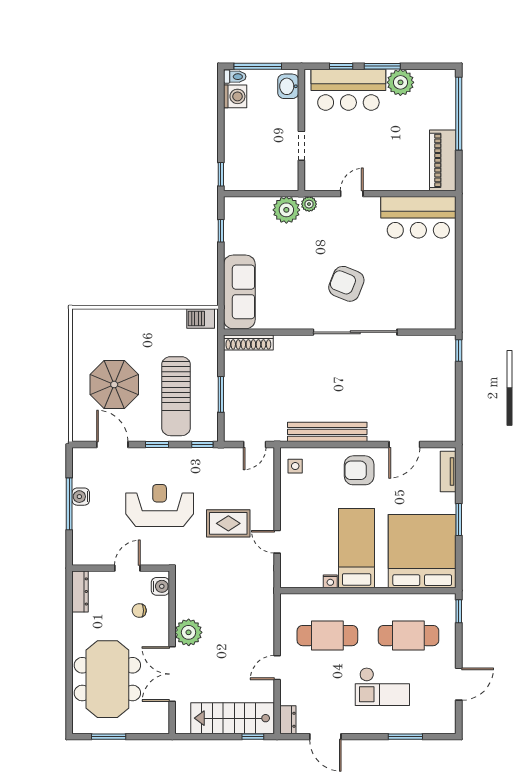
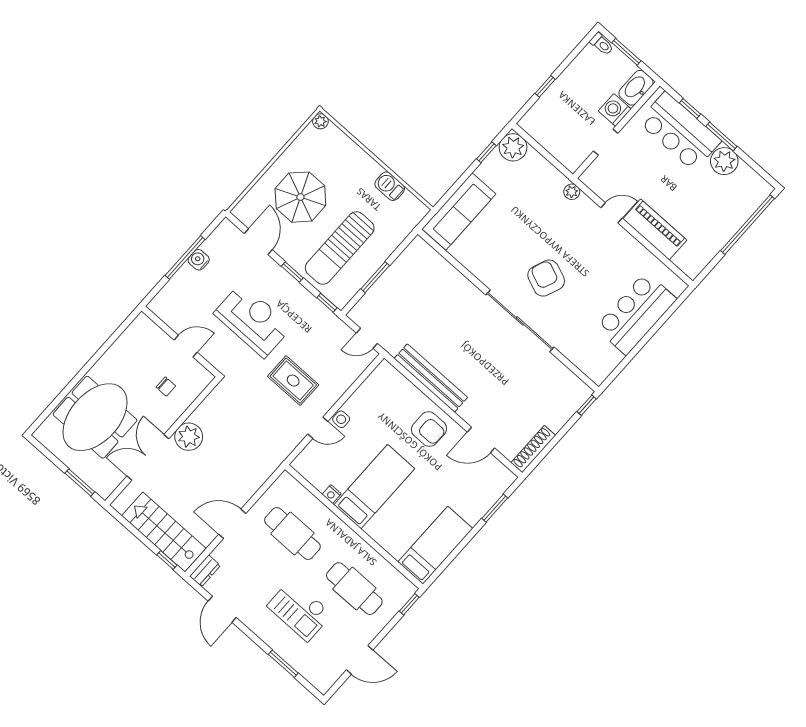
window: (258, 66) -> (626, 52), width x0.69
washbasin: (288, 86) -> (636, 88), width x1.38
washing machine: (235, 96) -> (615, 110), moved, turned 180
piano: (443, 160) -> (655, 230), moved, turned 90
window: (221, 174) -> (545, 86), moved
plant: (286, 210) -> (513, 147), moved
bar counter: (418, 217) -> (636, 313), moved, turned 90
plant: (79, 316) -> (320, 121), added
barbecue: (201, 319) -> (390, 186), moved
shoe rack: (248, 343) -> (533, 449), moved, turned 90
side table: (295, 466) -> (341, 419), moved
armchair: (359, 470) -> (429, 429), turned 180
tv unit: (448, 471) -> (496, 490), removed
window: (459, 520) -> (495, 508), moved
door: (277, 542) -> (318, 428), swing flipped
bed: (422, 551) -> (435, 545), width x0.49
water cooler: (160, 586) -> (198, 382), removed
dresser: (80, 591) -> (134, 332), removed
chair: (139, 611) -> (166, 387), turned 180
door: (277, 668) -> (232, 524), width x1.38
window: (109, 737) -> (80, 482), moved

